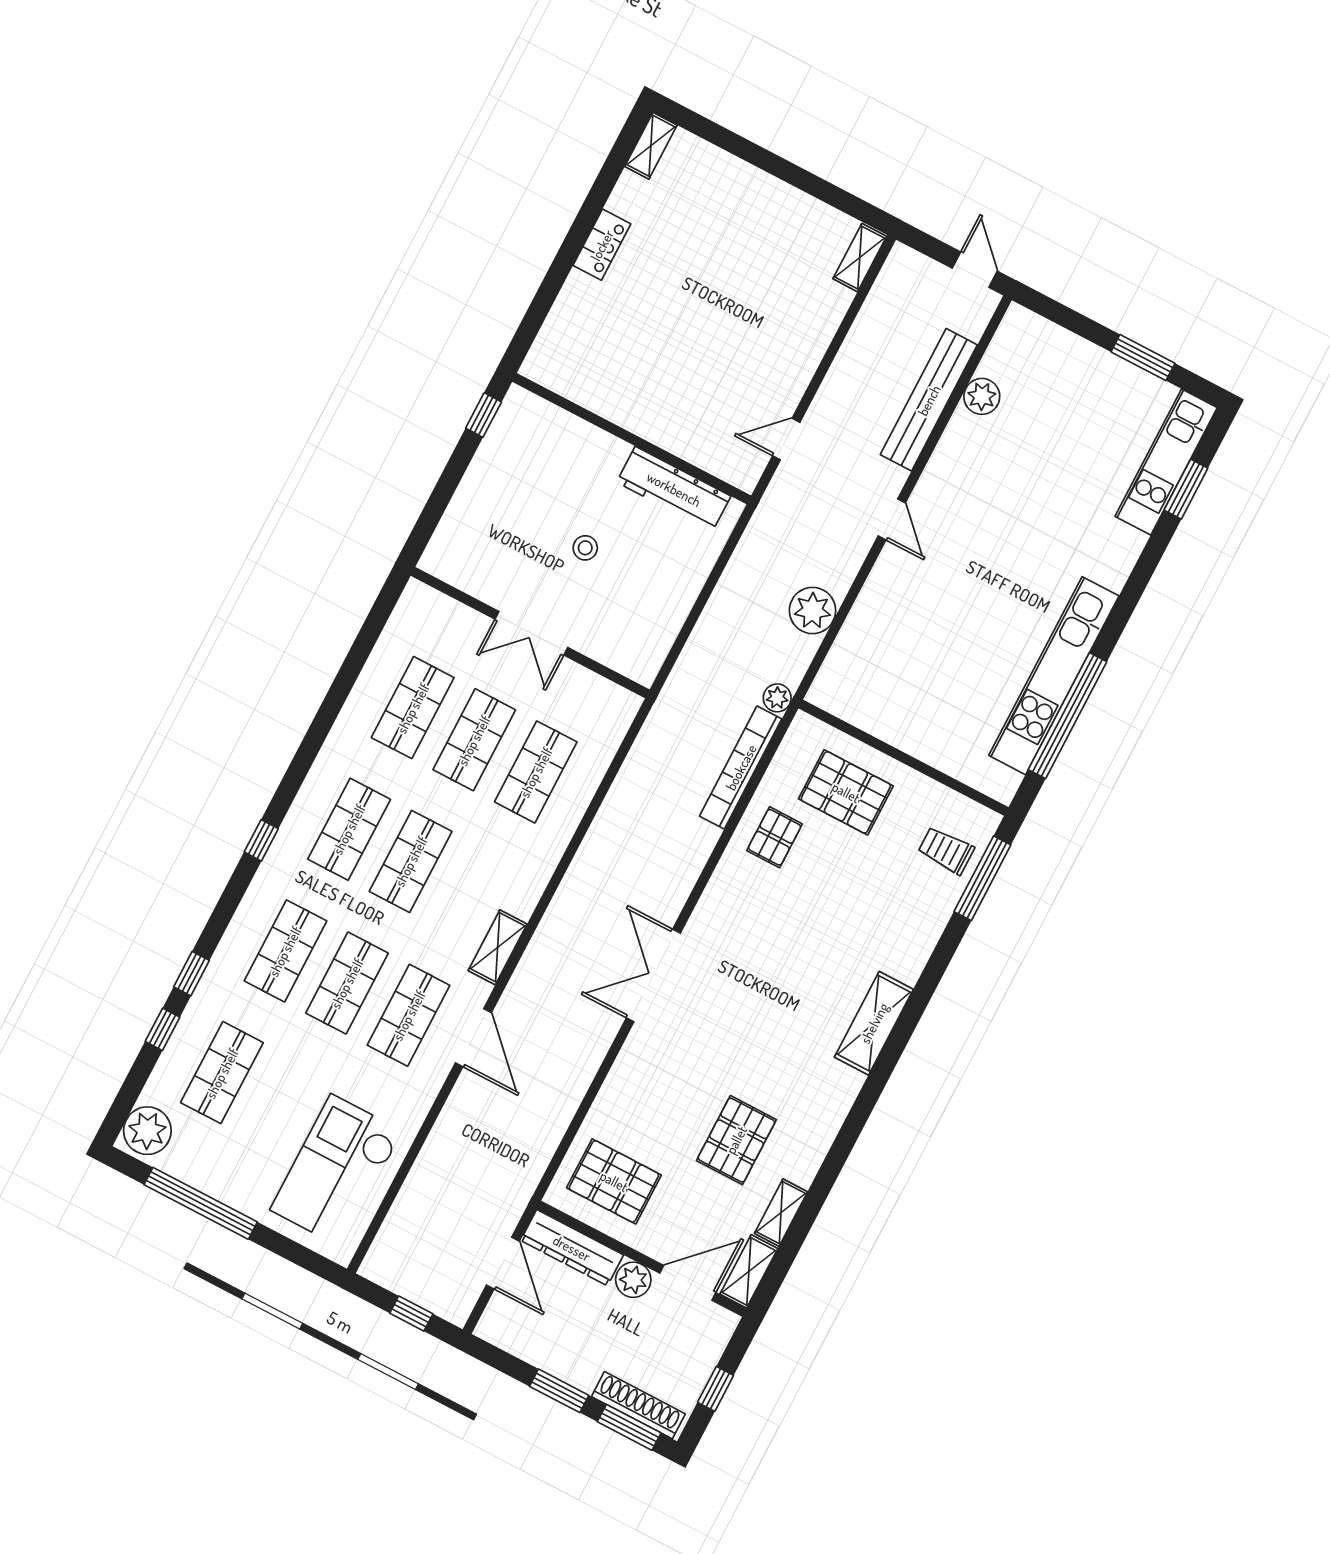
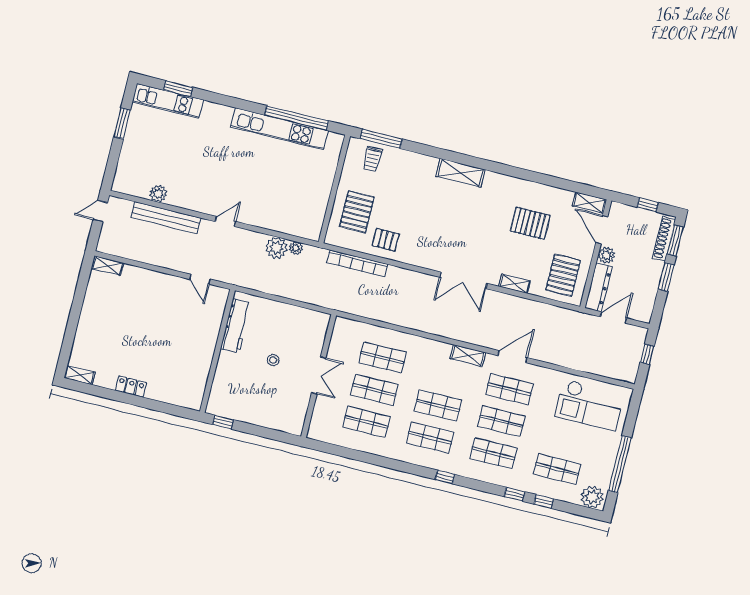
plant: (777, 698) -> (296, 248), moved
shelving: (781, 1213) -> (515, 284), moved

